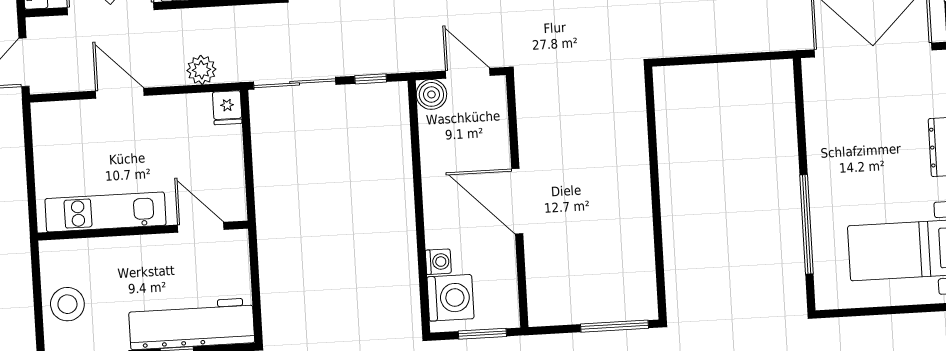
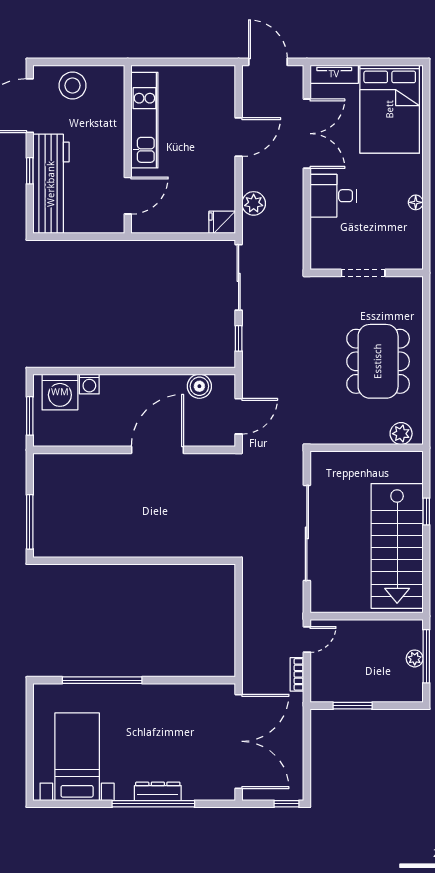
boiler: (431, 94) -> (199, 386), moved
door: (517, 201) -> (157, 450), moved

